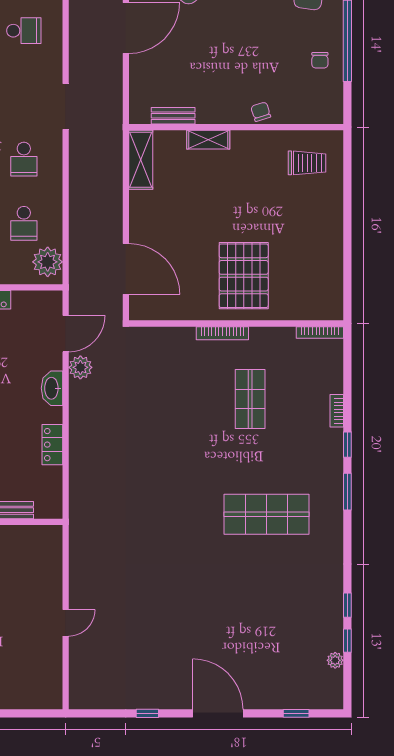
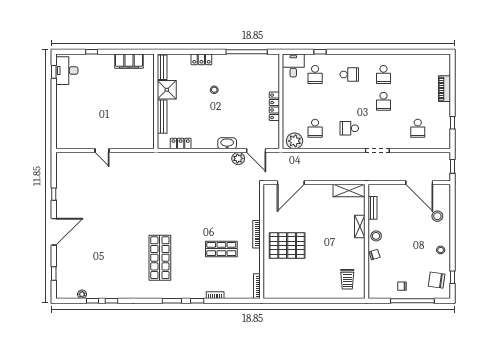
stool: (226, 109) -> (376, 236), added
school desk: (24, 223) -> (315, 128), turned -90
locker: (52, 445) -> (181, 144), moved

